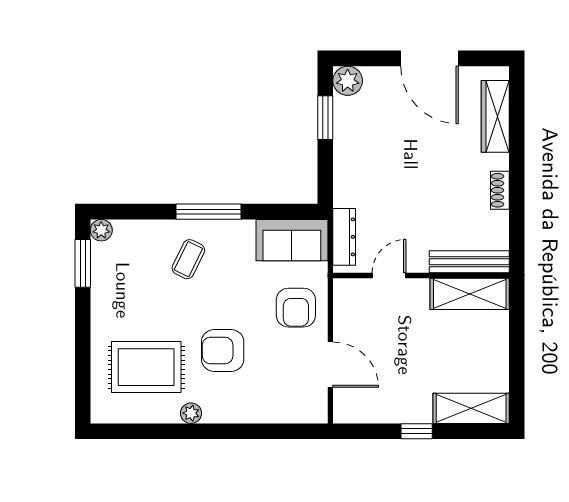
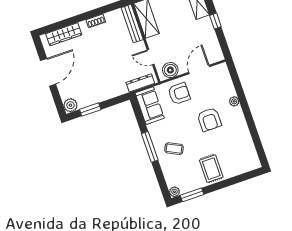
boiler: (349, 306) -> (170, 70), added
rug: (146, 367) -> (211, 169), moved, width x0.73, depth x0.70
plant: (191, 413) -> (234, 101), moved

